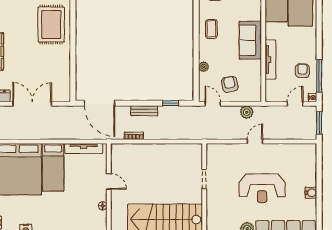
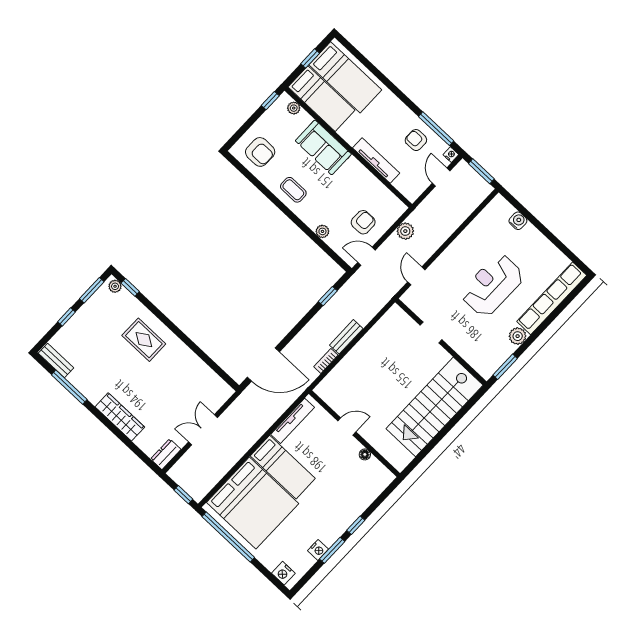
rug: (51, 25) -> (144, 340), width x0.73, depth x0.70
sofa: (250, 40) -> (323, 147), moved
armchair: (230, 84) -> (363, 222), turned 102
double door: (32, 104) -> (203, 430), width x0.73
bench: (144, 111) -> (346, 337), moved
door: (255, 142) -> (416, 276), moved
reception desk: (262, 188) -> (492, 285), turned 180
water cooler: (311, 193) -> (518, 221), moved

